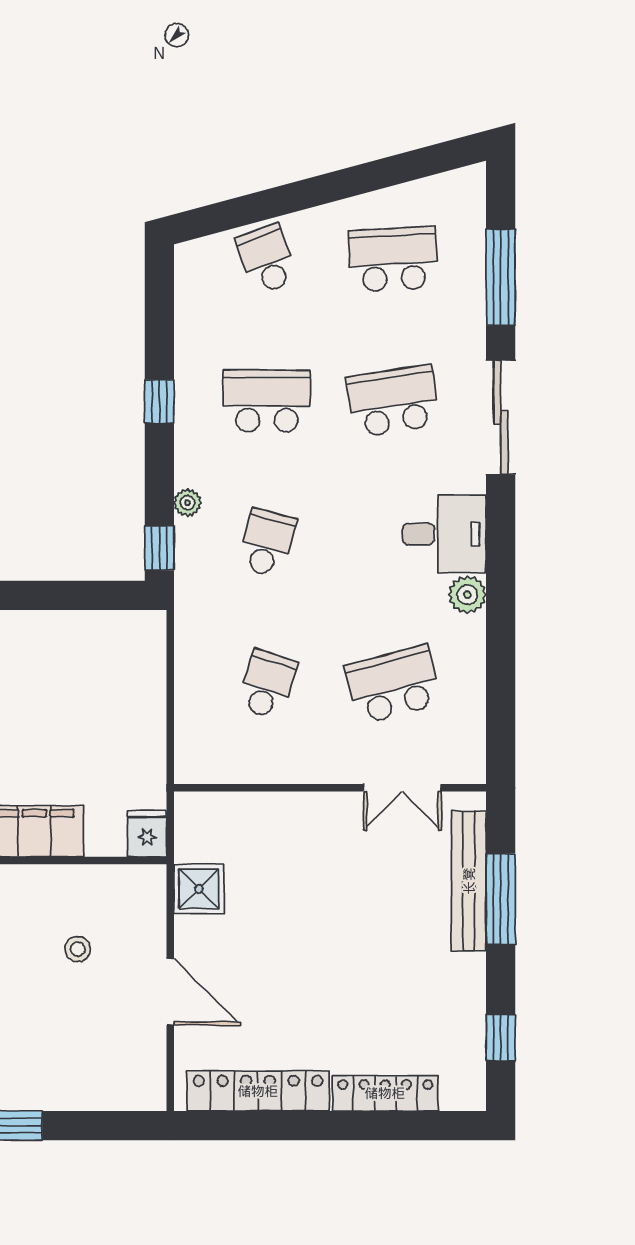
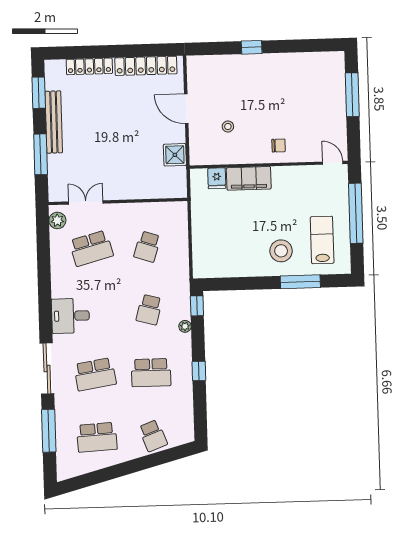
plant: (467, 595) -> (57, 220), moved
fridge: (147, 833) -> (217, 178), moved
bench: (469, 881) -> (54, 122), moved
window: (501, 1038) -> (39, 93), width x1.50

